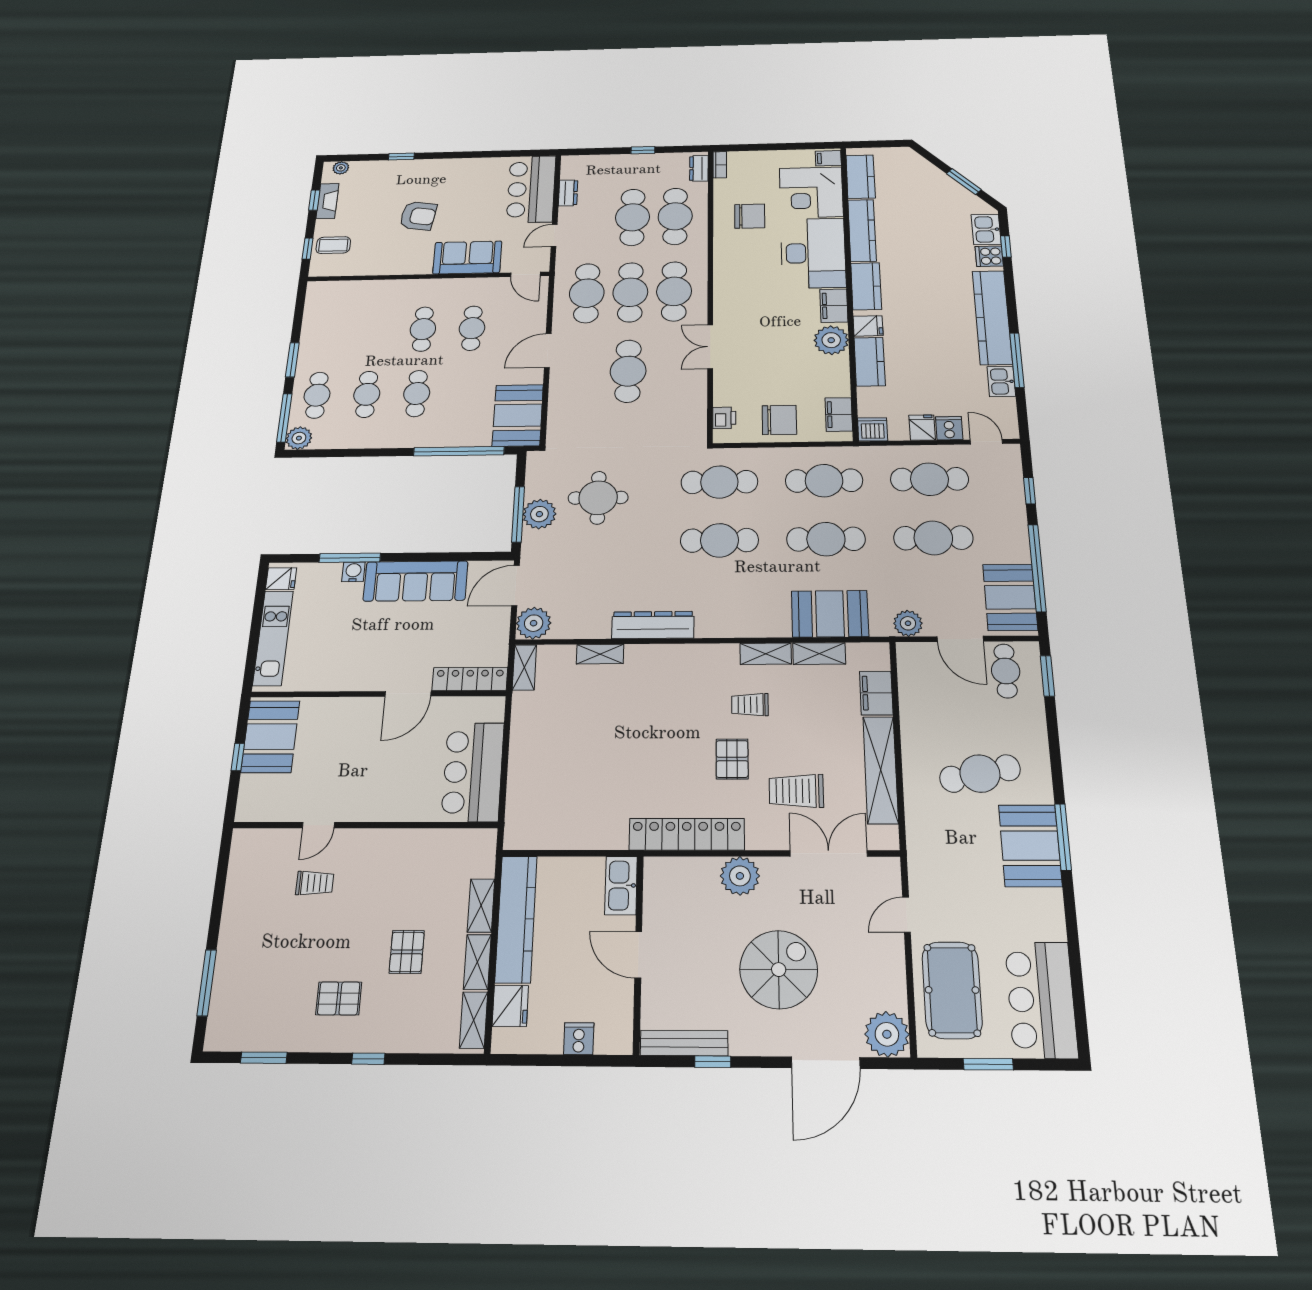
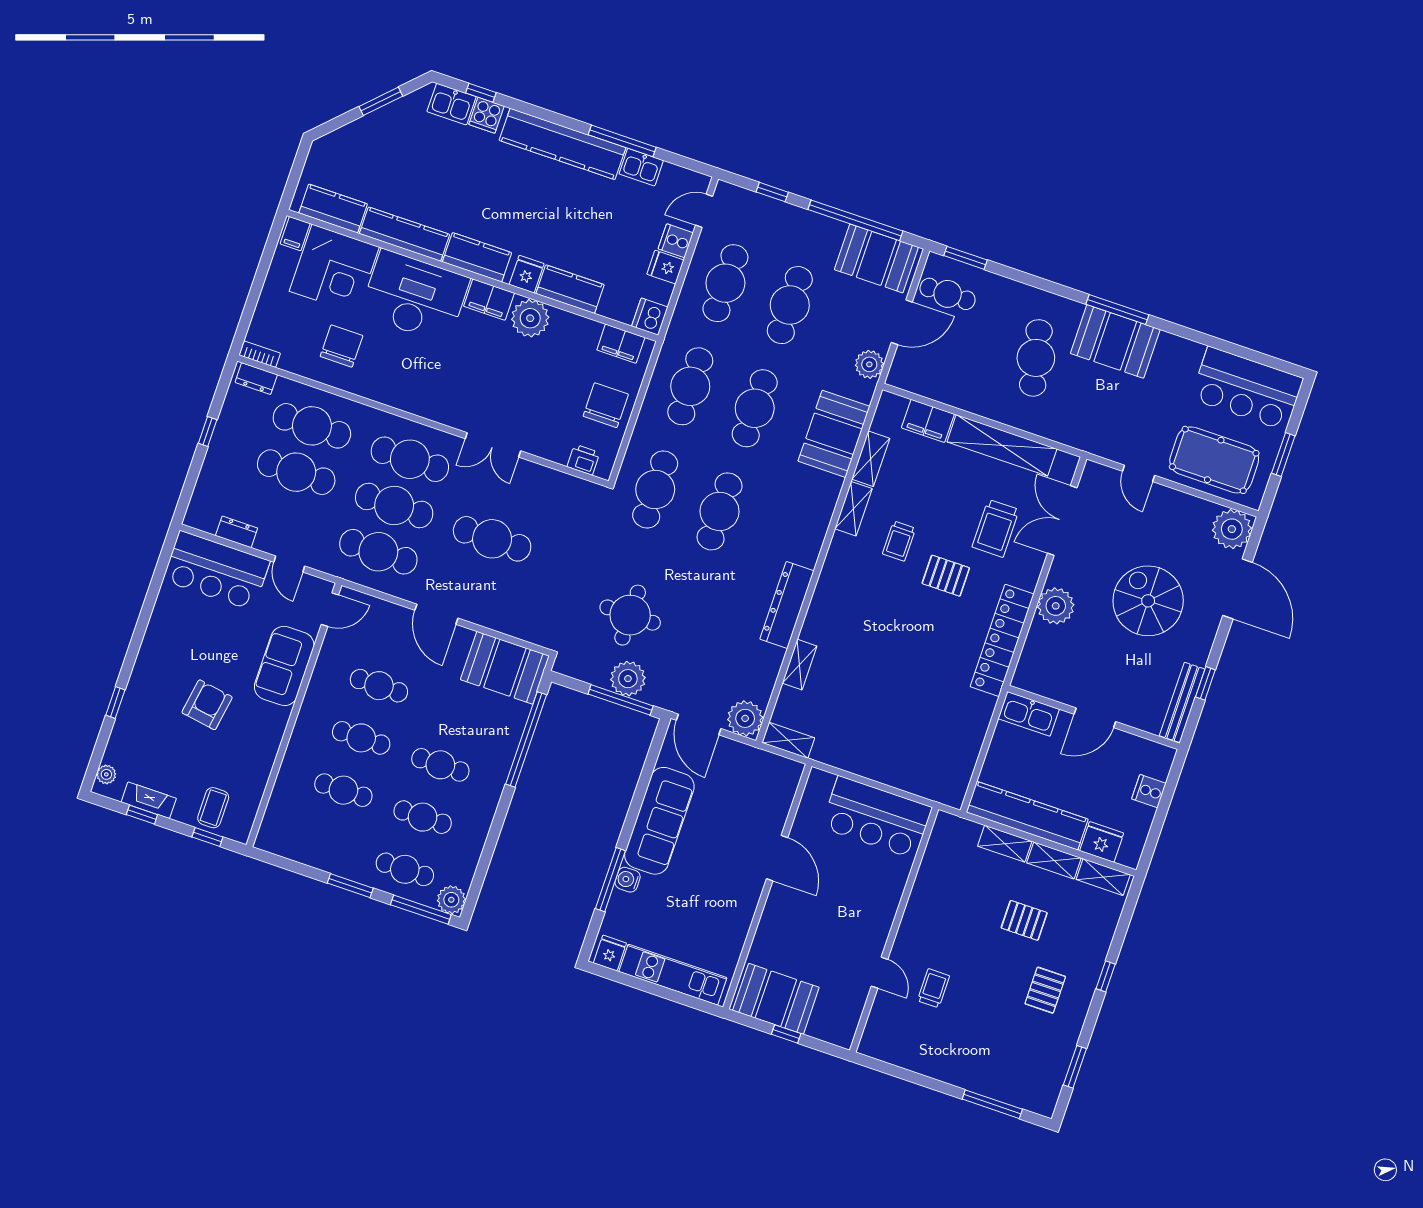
cafe table: (374, 330) -> (343, 790), added
locker: (470, 679) -> (782, 795), removed

